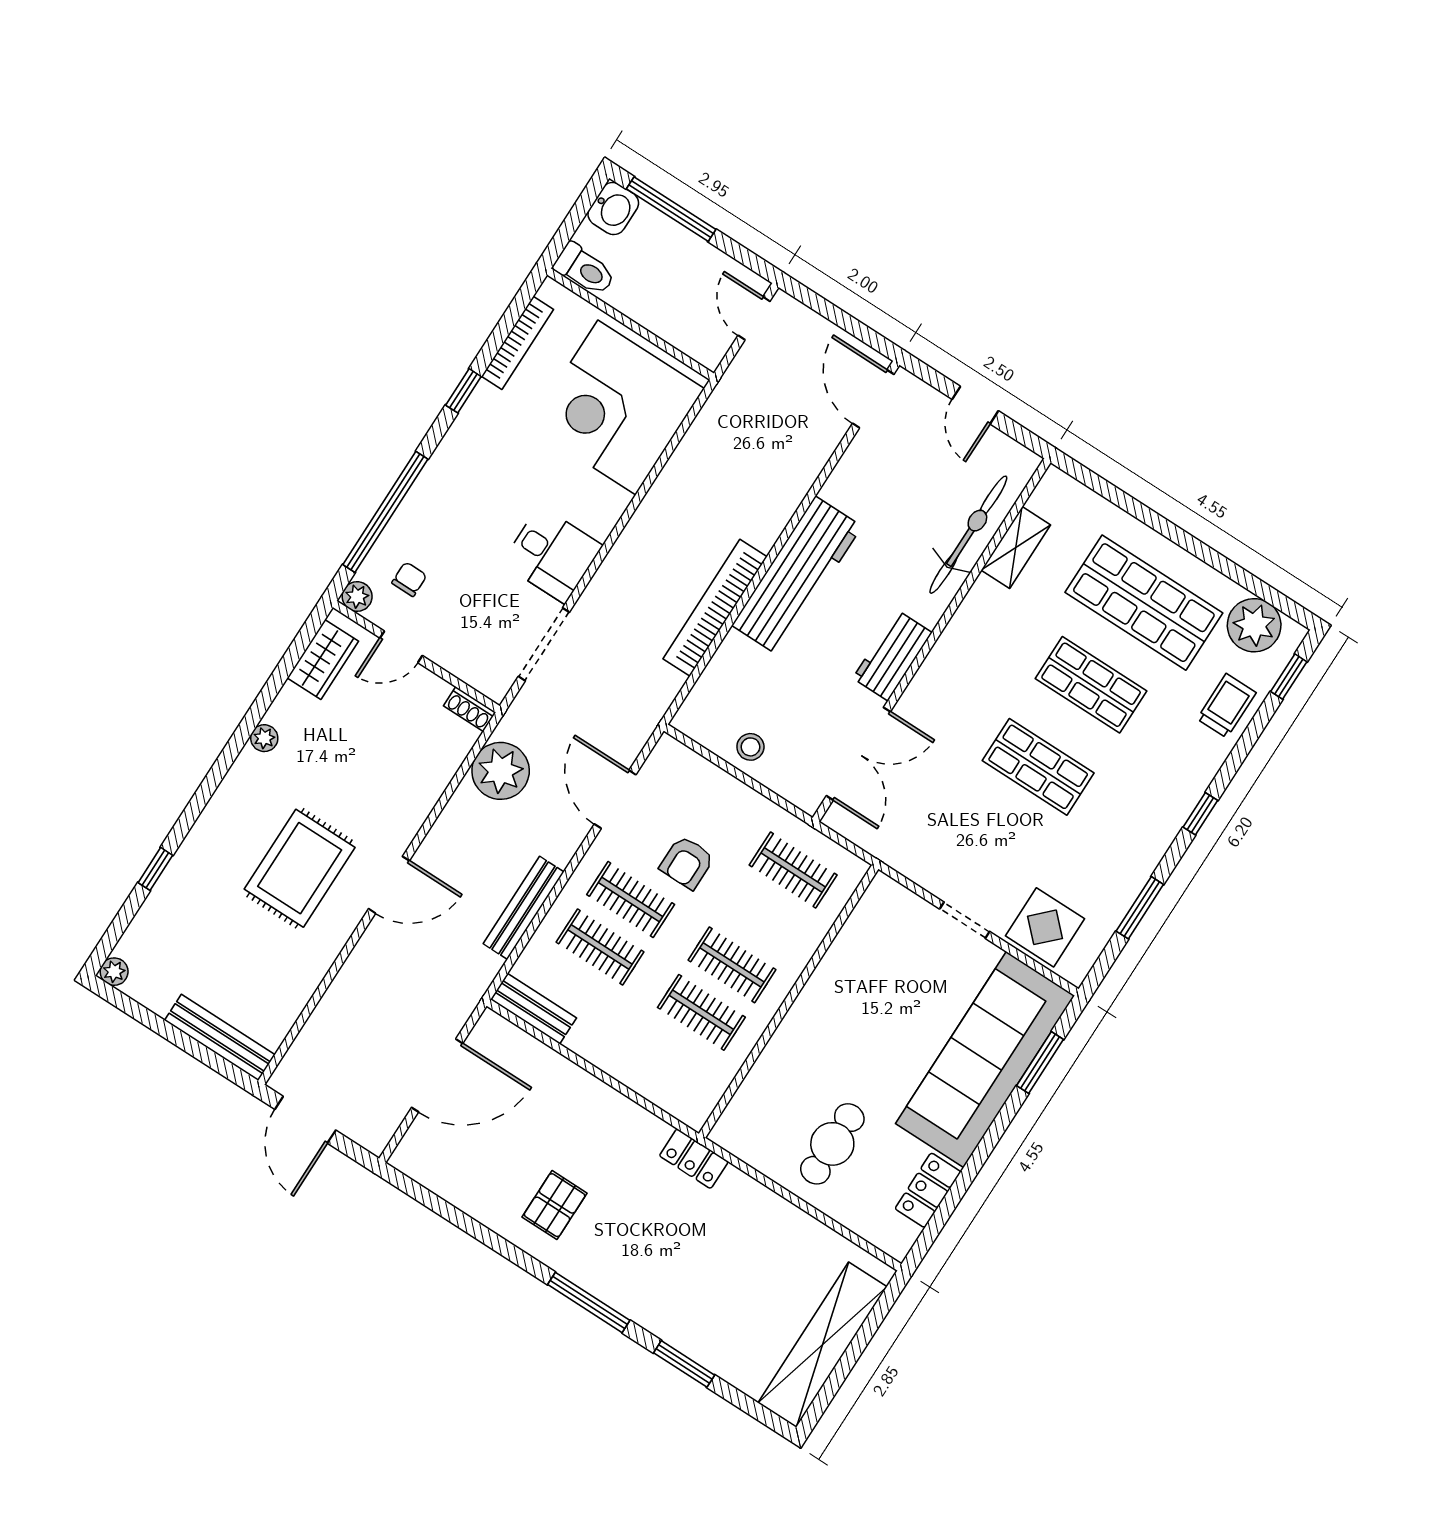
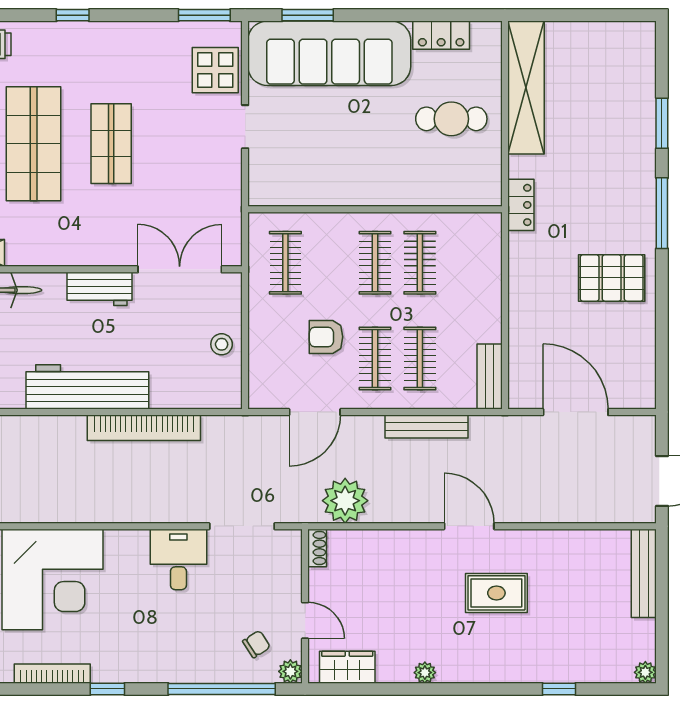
chair: (409, 579) -> (256, 644), turned 147
shop shelf: (1091, 685) -> (34, 144), width x1.43, depth x1.36
armchair: (687, 862) -> (326, 337), turned 180
rug: (300, 868) -> (496, 593), width x0.73, depth x0.70
window: (1140, 908) -> (204, 15), moved
pallet: (555, 1205) -> (612, 278), width x1.50, depth x1.42
shelving: (822, 1345) -> (526, 87), moved, turned 90

